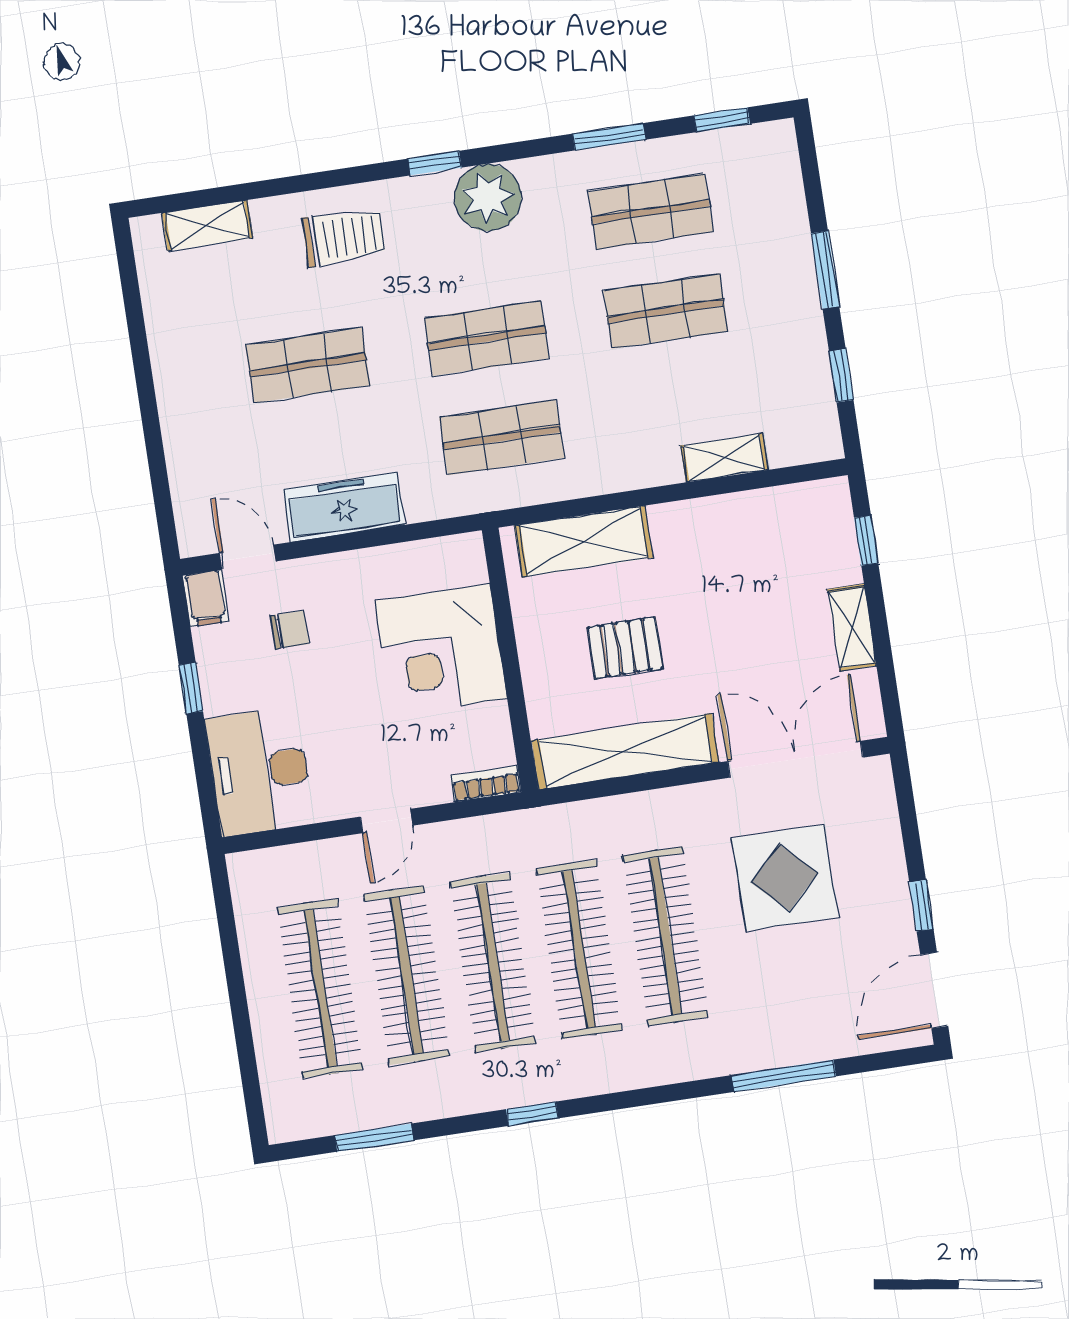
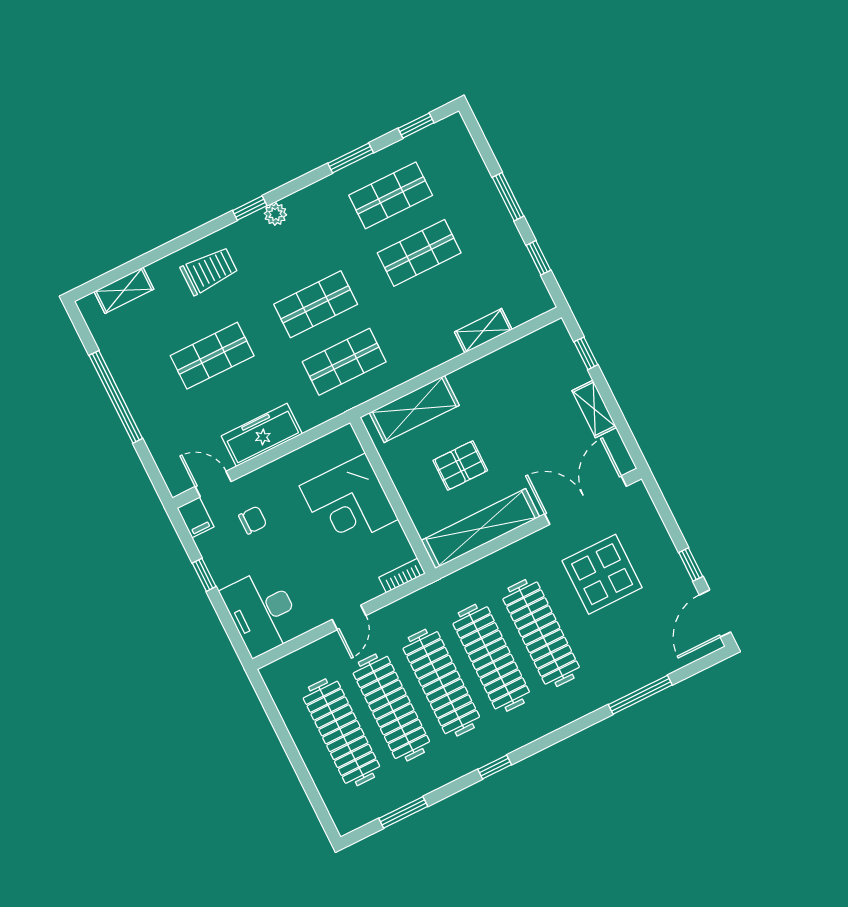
plant: (488, 197) -> (275, 214), width x0.53, depth x0.53
window: (144, 380) -> (116, 397), added

